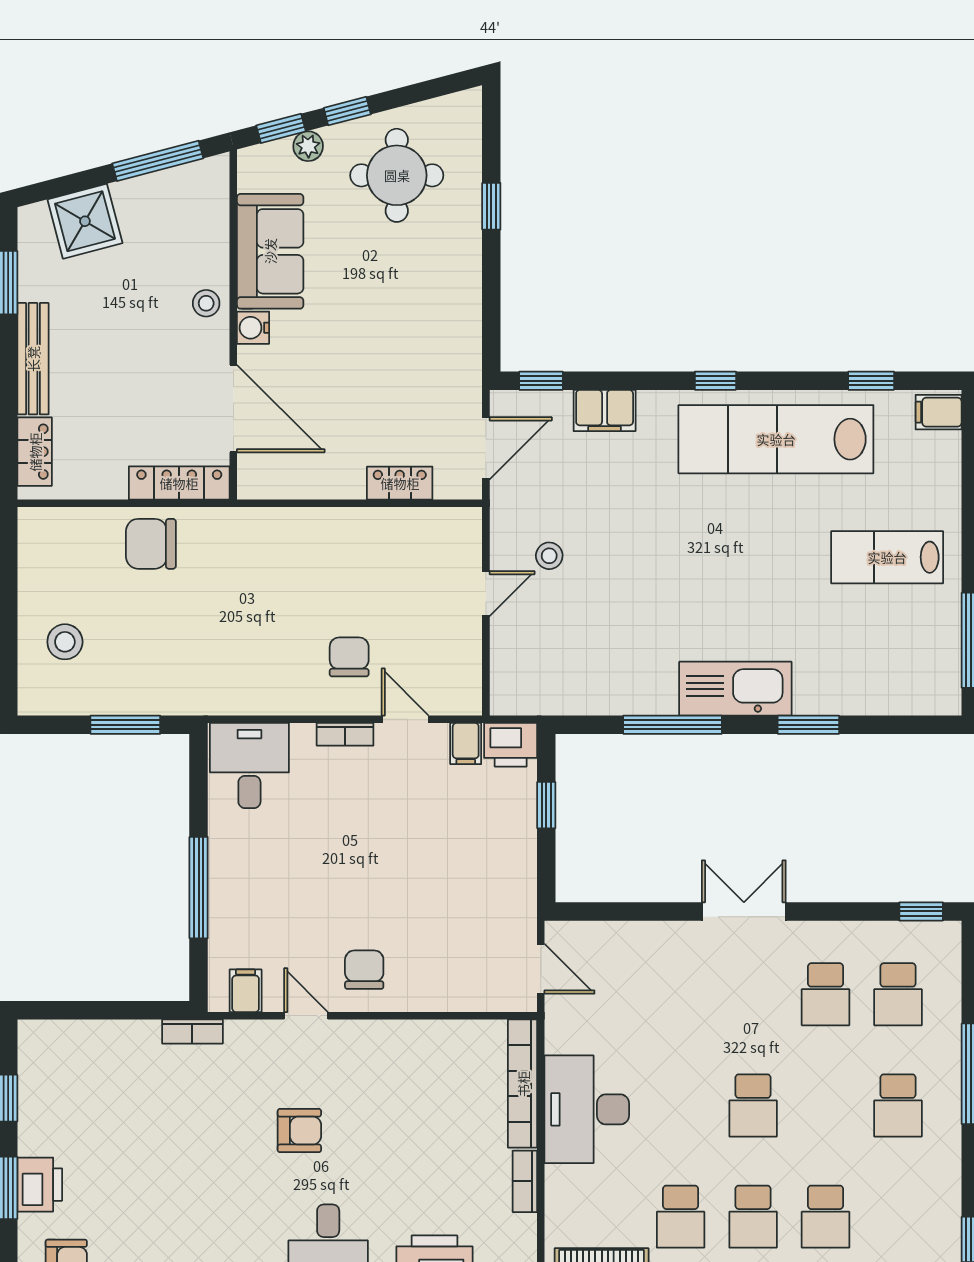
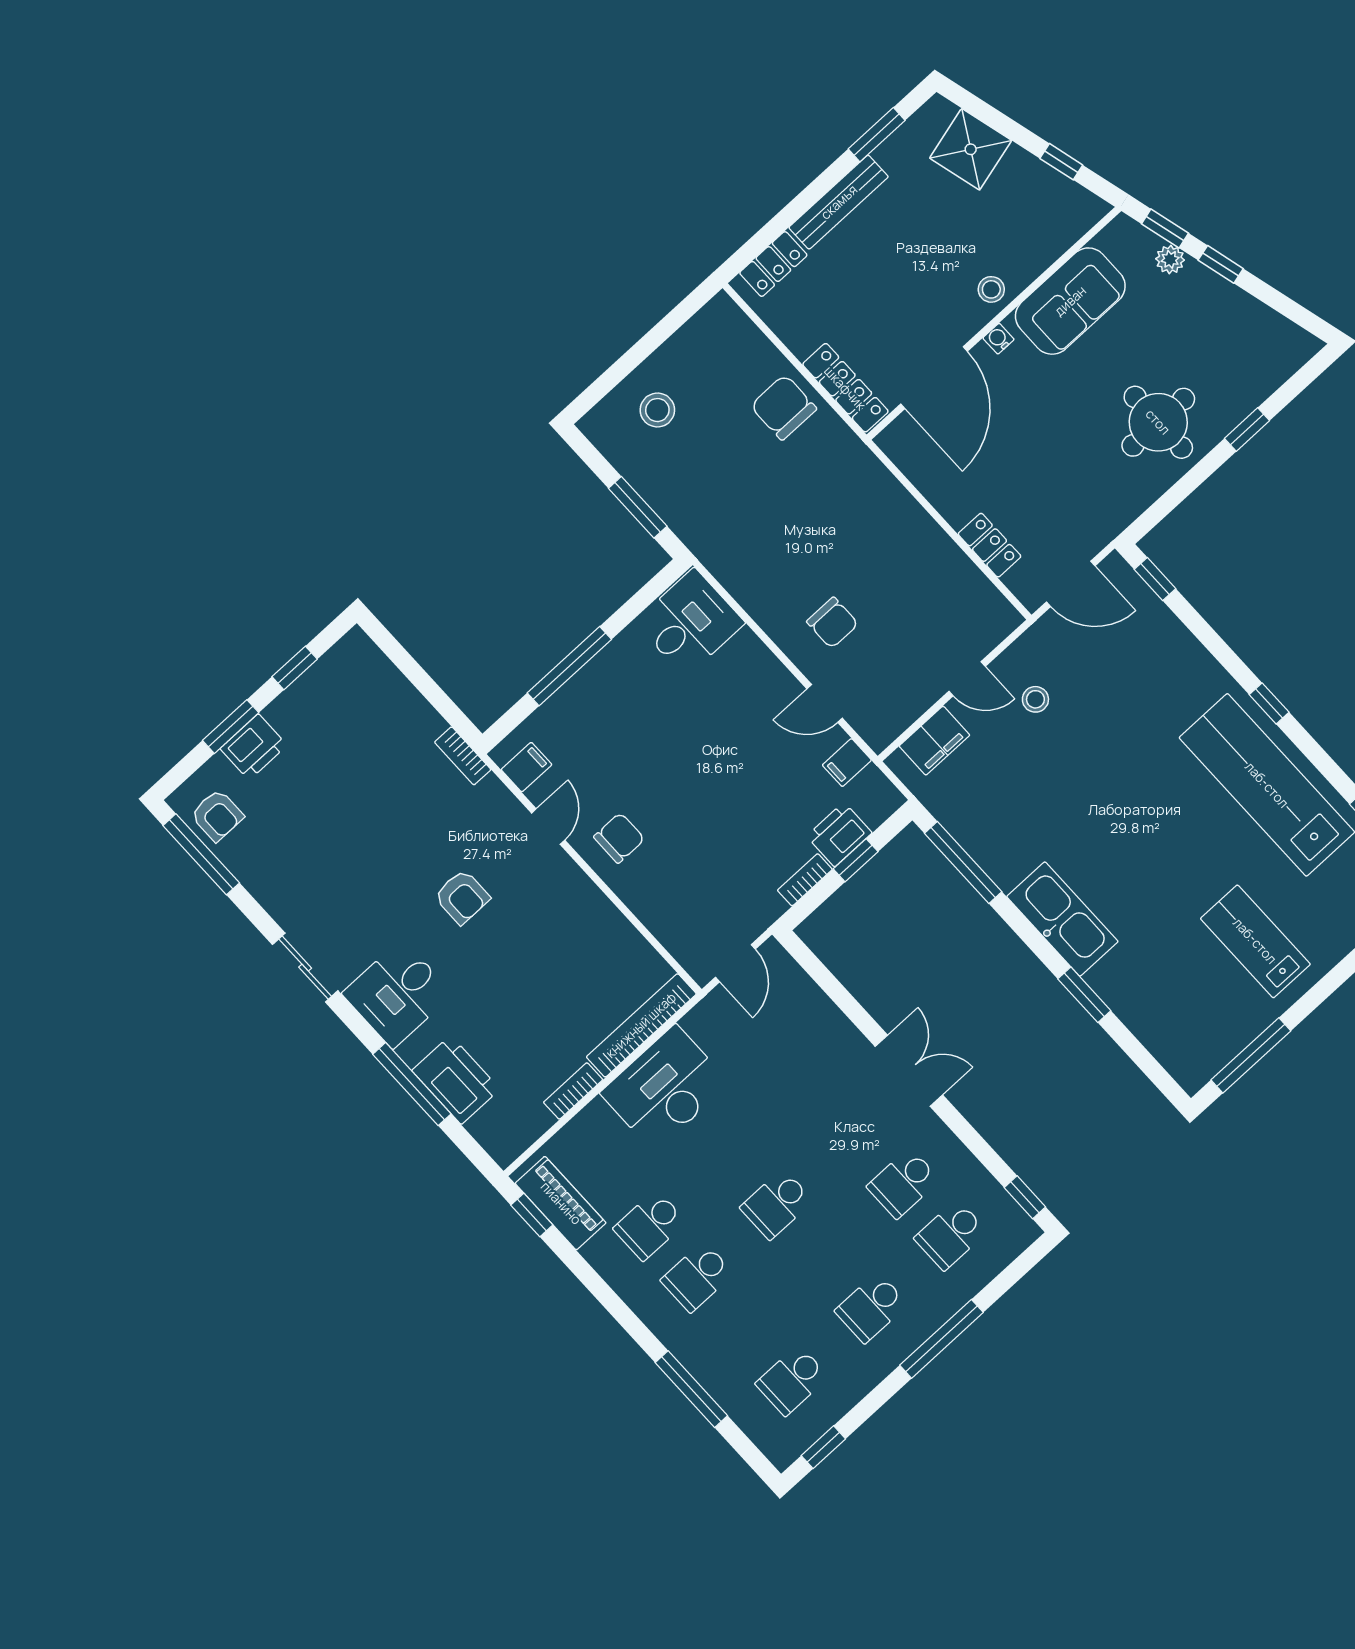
window: (158, 161) -> (1061, 162), width x0.46
round table: (397, 175) -> (1158, 422), moved
water cooler: (253, 328) -> (998, 339), width x0.72, depth x0.72
filing cabinet: (605, 411) -> (934, 741), moved, turned -90
chair: (349, 657) -> (832, 623), turned 90
door: (405, 719) -> (825, 703), swing flipped
window: (672, 725) -> (963, 863), moved
bookcase: (345, 734) -> (805, 880), moved, turned 90
printer: (511, 745) -> (839, 834), moved, turned 90
school desk: (826, 1217) -> (792, 1380), moved

